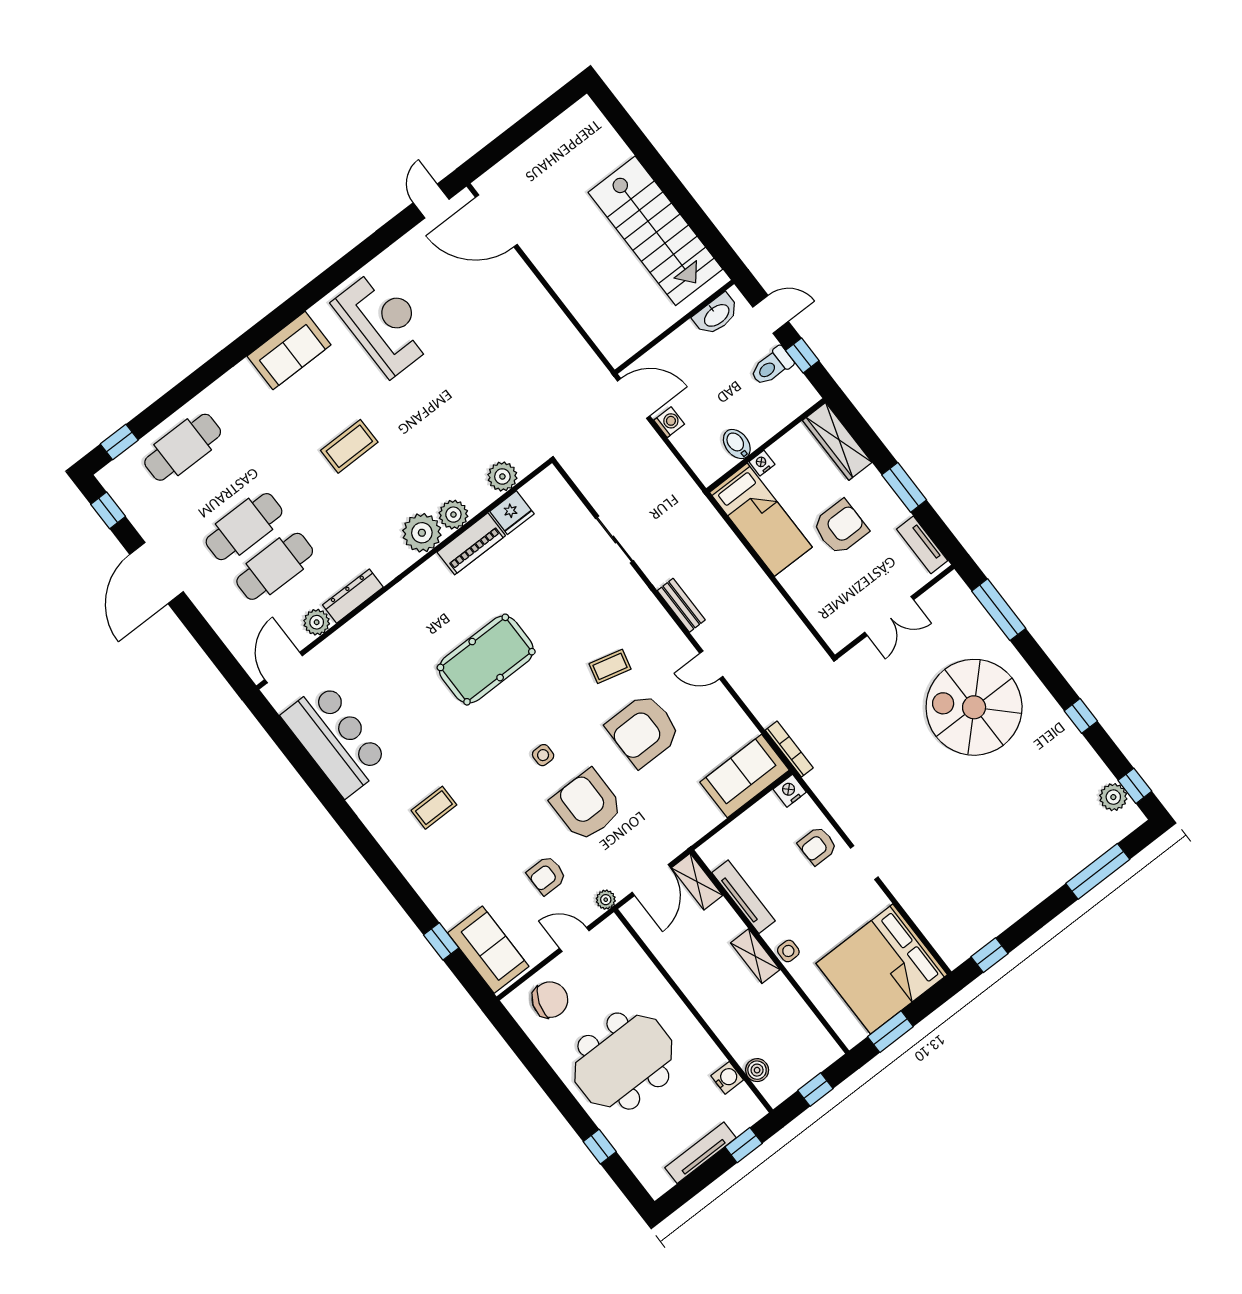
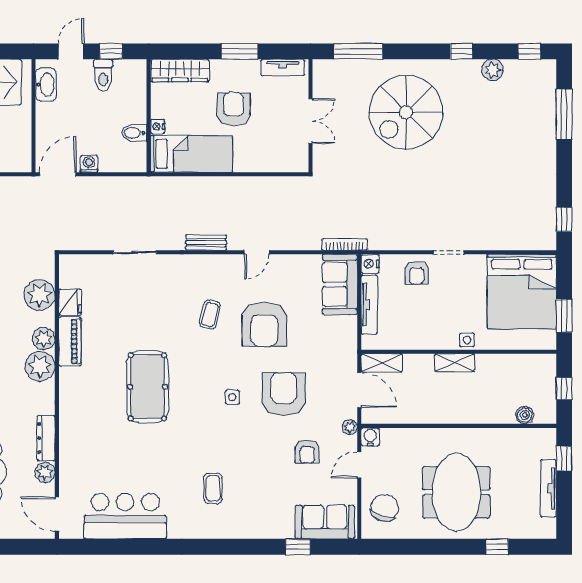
plant: (502, 476) -> (39, 295), width x1.36, depth x1.36
plant: (1113, 797) -> (492, 70), moved
armchair: (587, 805) -> (284, 394), turned 90
tv unit: (744, 897) -> (369, 305), moved, turned 90
water cooler: (727, 1078) -> (370, 437), moved

